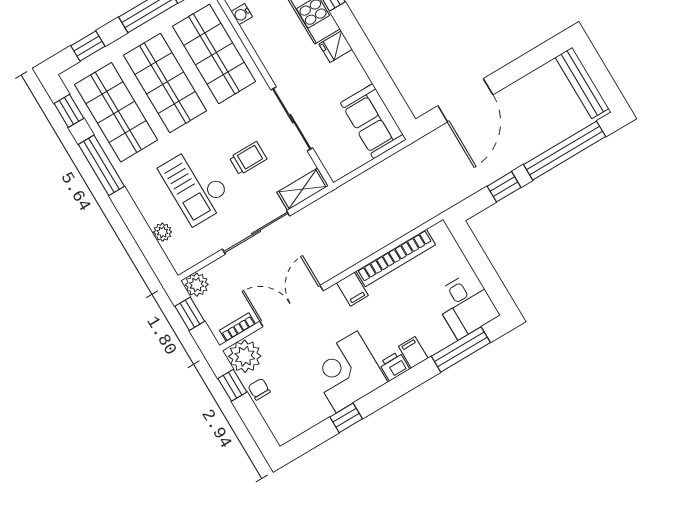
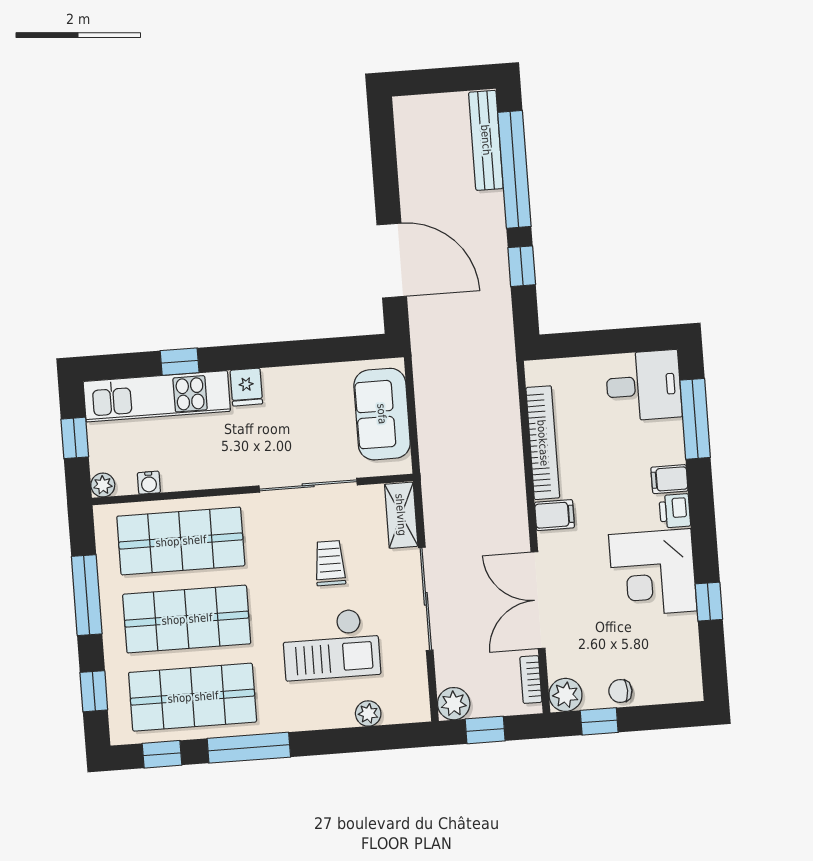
bench: (582, 83) -> (486, 140), moved, turned 90
sofa: (373, 121) -> (382, 414), moved, turned 90
plant: (245, 356) -> (565, 695), width x0.73, depth x0.73

